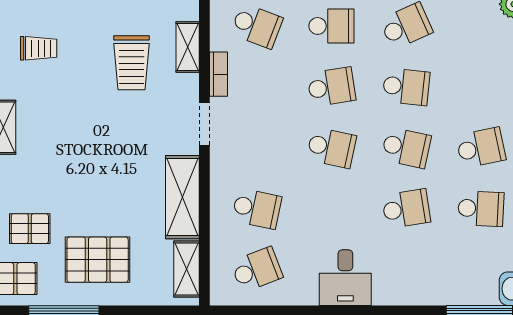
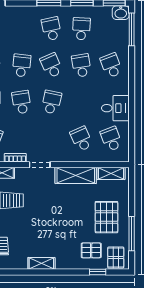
school desk: (406, 148) -> (51, 65), turned -36
school desk: (257, 209) -> (81, 139), turned -36
pallet: (30, 229) -> (91, 250), turned 90
school desk: (406, 270) -> (111, 65), added
desk: (345, 278) -> (115, 108), moved

